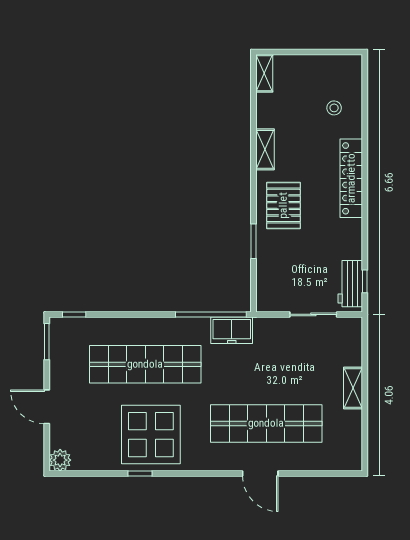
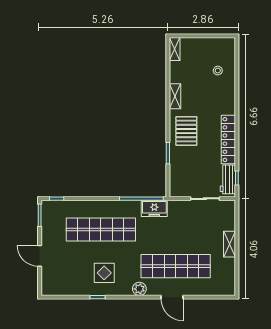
locker: (351, 178) -> (228, 140), moved
display table: (151, 435) -> (104, 273), width x0.54, depth x0.54
plant: (60, 460) -> (139, 289), moved

